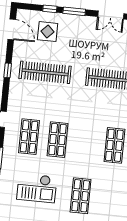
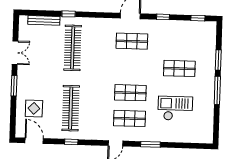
window: (50, 9) -> (13, 108), removed
door: (12, 29) -> (34, 141), hinge flipped
checkout: (37, 188) -> (175, 108), turned -90

